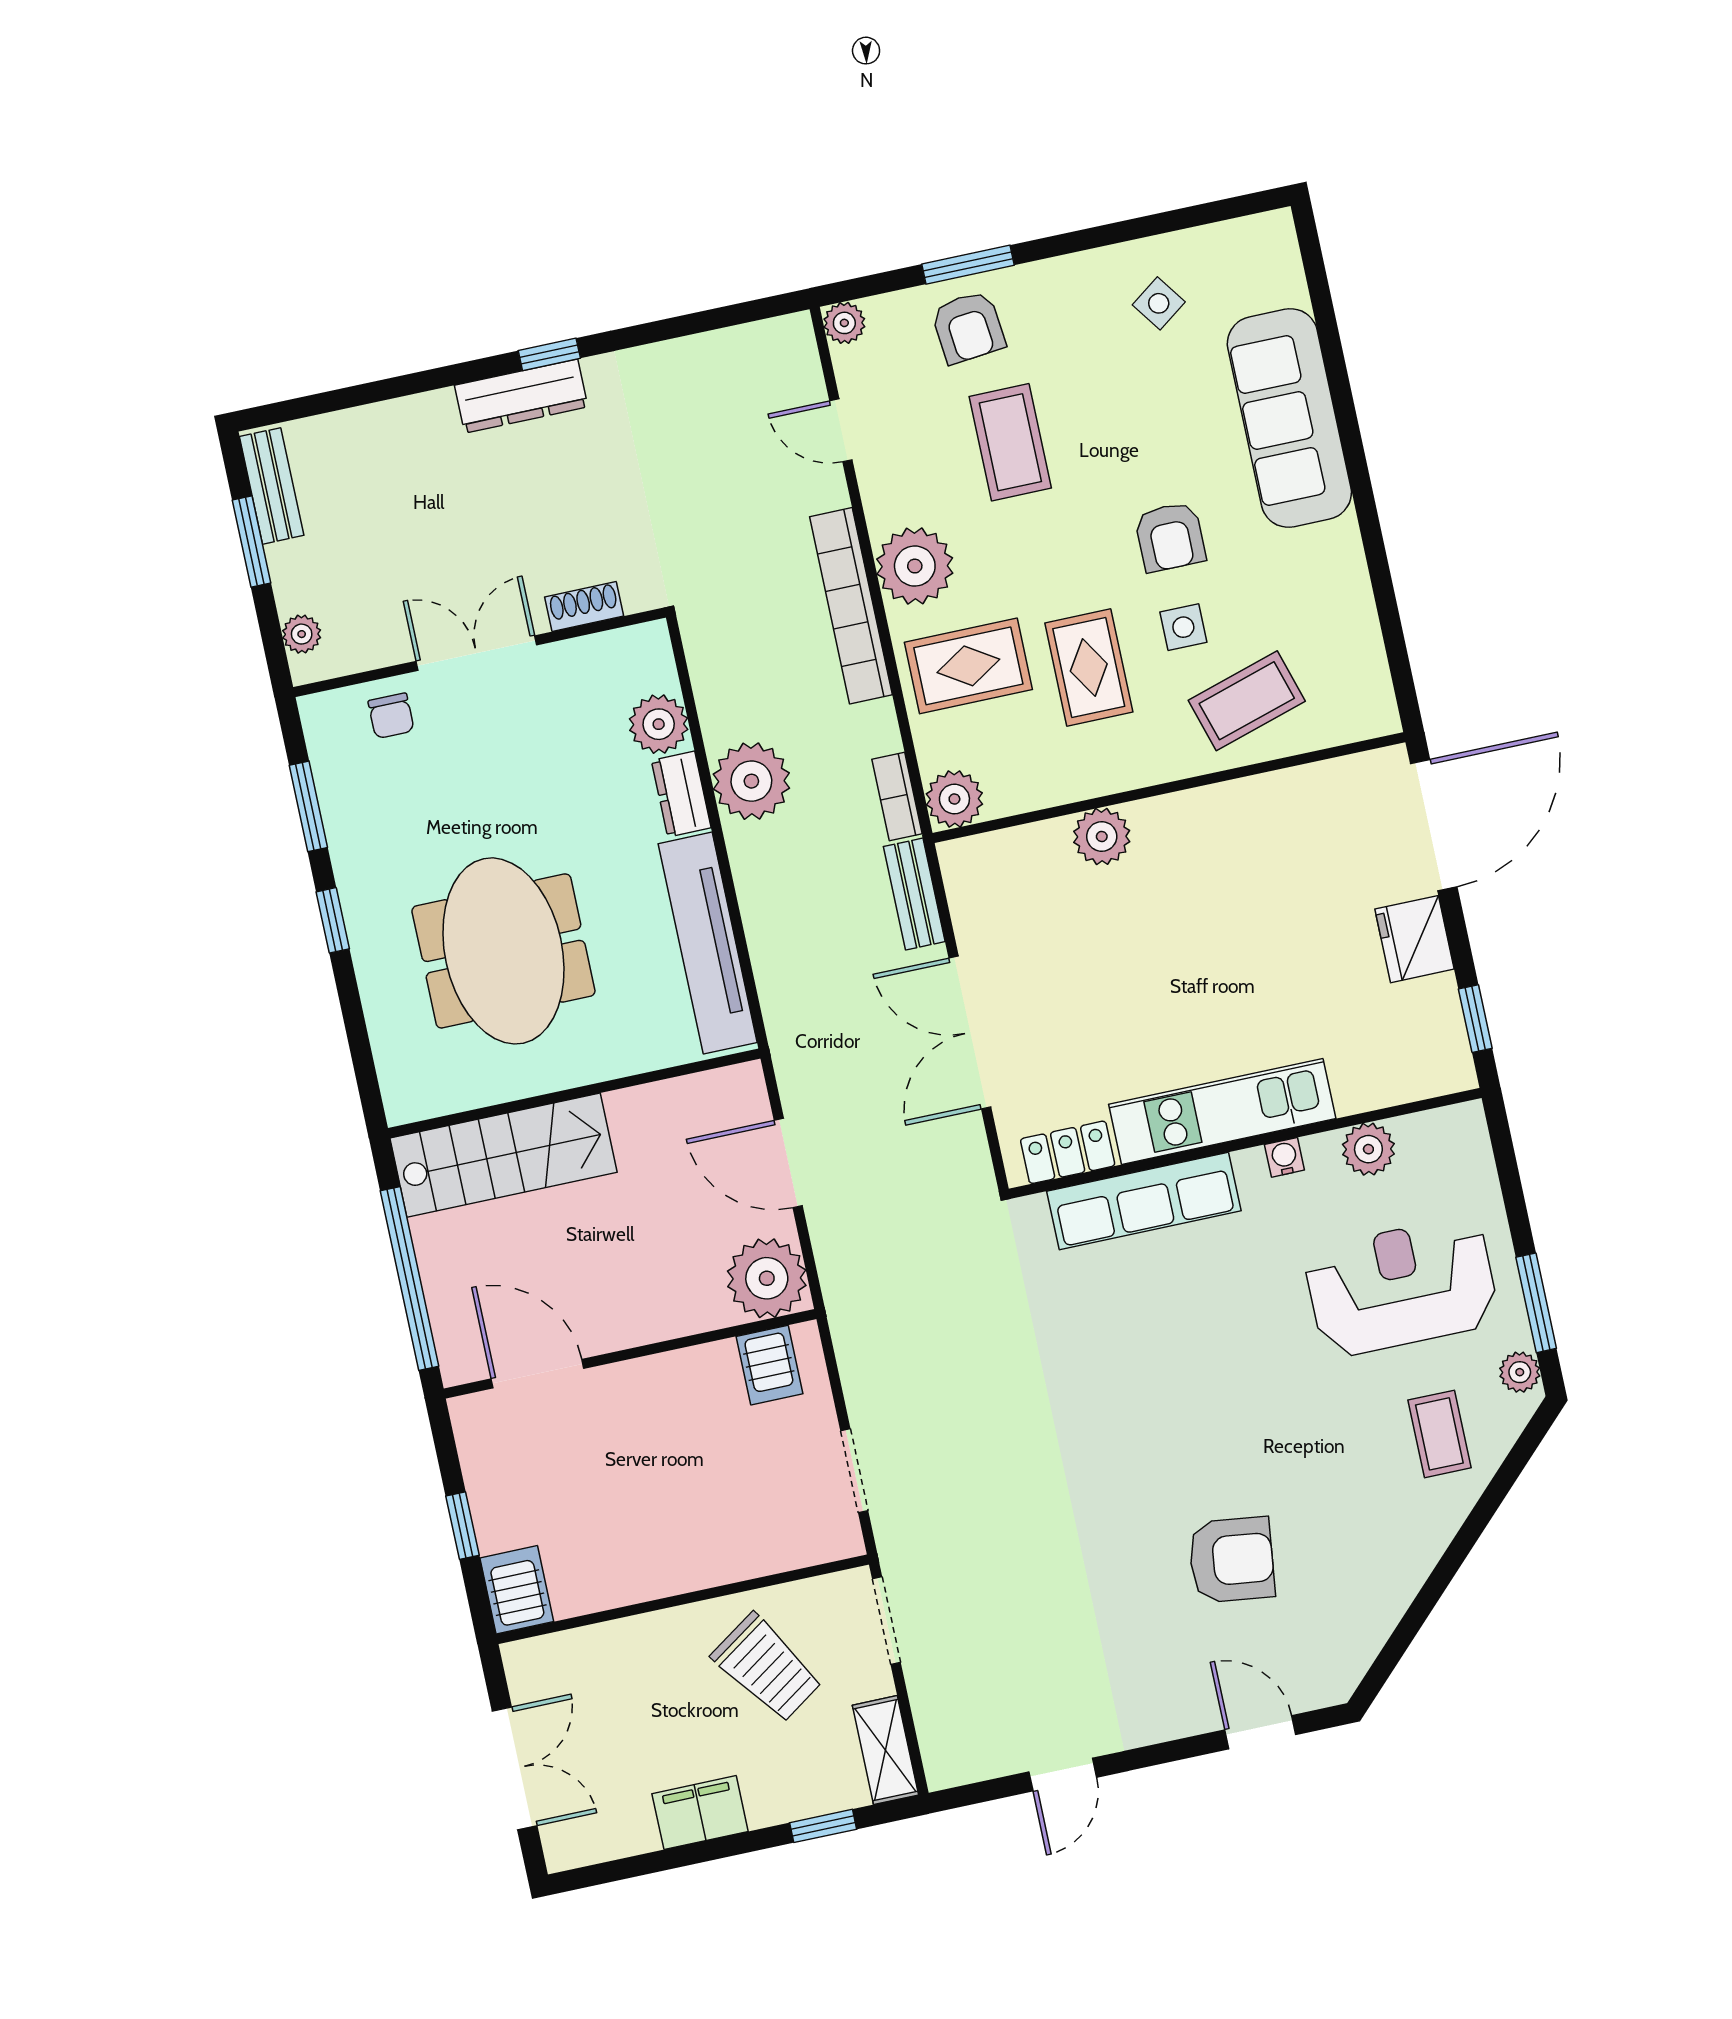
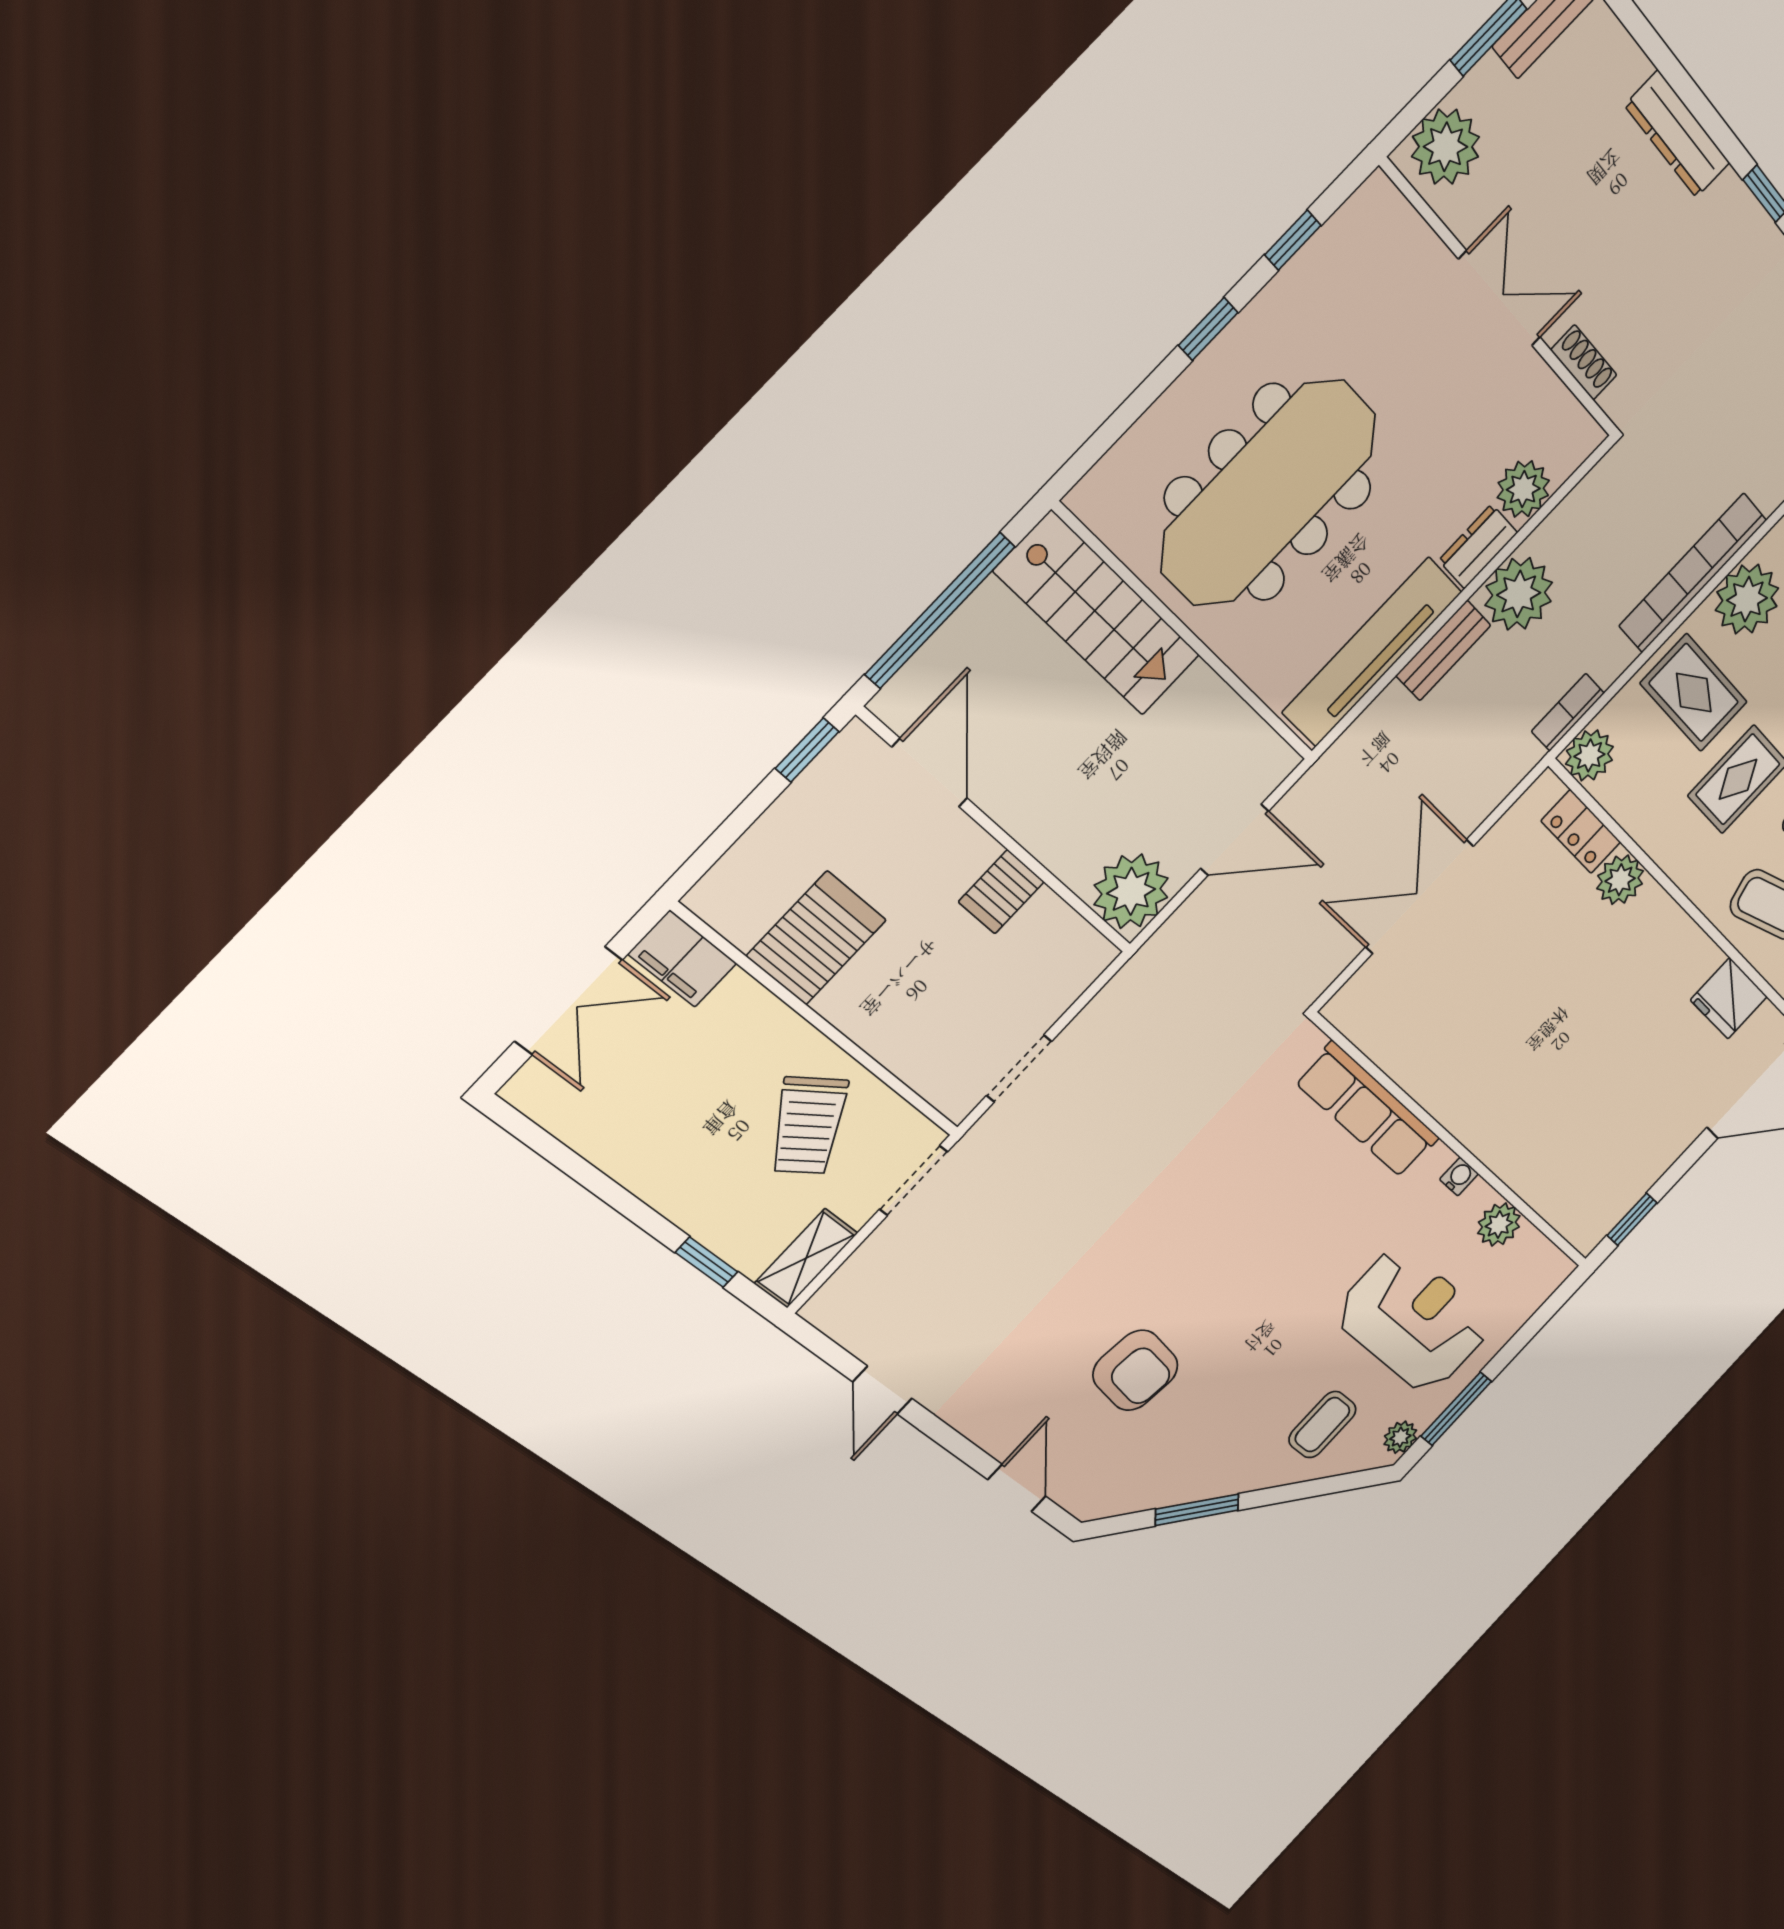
dresser: (521, 396) -> (1677, 134), moved
plant: (302, 634) -> (1446, 147), width x1.87, depth x1.87
chair: (391, 716) -> (1409, 261), removed
window: (308, 806) -> (1293, 240), width x0.67
bench: (914, 894) -> (1443, 650), moved
fridge: (1414, 939) -> (1729, 998), moved, turned -90
meeting table: (503, 951) -> (1269, 493), width x1.36
kitchen unit: (1222, 1111) -> (1467, 1111), removed
locker: (1068, 1152) -> (1581, 832), moved, turned 180
door: (788, 1163) -> (1235, 840), swing flipped
server rack: (769, 1365) -> (1001, 892), moved
window: (462, 1526) -> (807, 750), moved
server rack: (517, 1590) -> (816, 938), moved, width x1.36, depth x1.44
window: (1428, 1598) -> (1197, 1510), added
door: (1063, 1775) -> (882, 1390), hinge flipped
filing cabinet: (700, 1813) -> (682, 959), moved, turned 180

